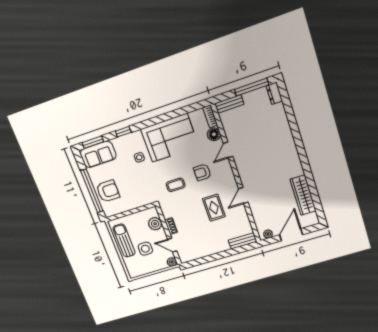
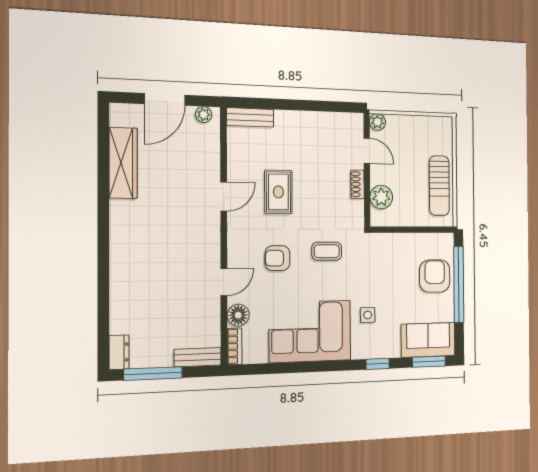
armchair: (202, 172) -> (277, 258), turned 180
armchair: (108, 191) -> (435, 276), turned 90
side table: (145, 249) -> (411, 160), removed

